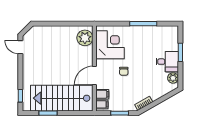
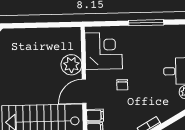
plant: (85, 38) -> (71, 65), moved

